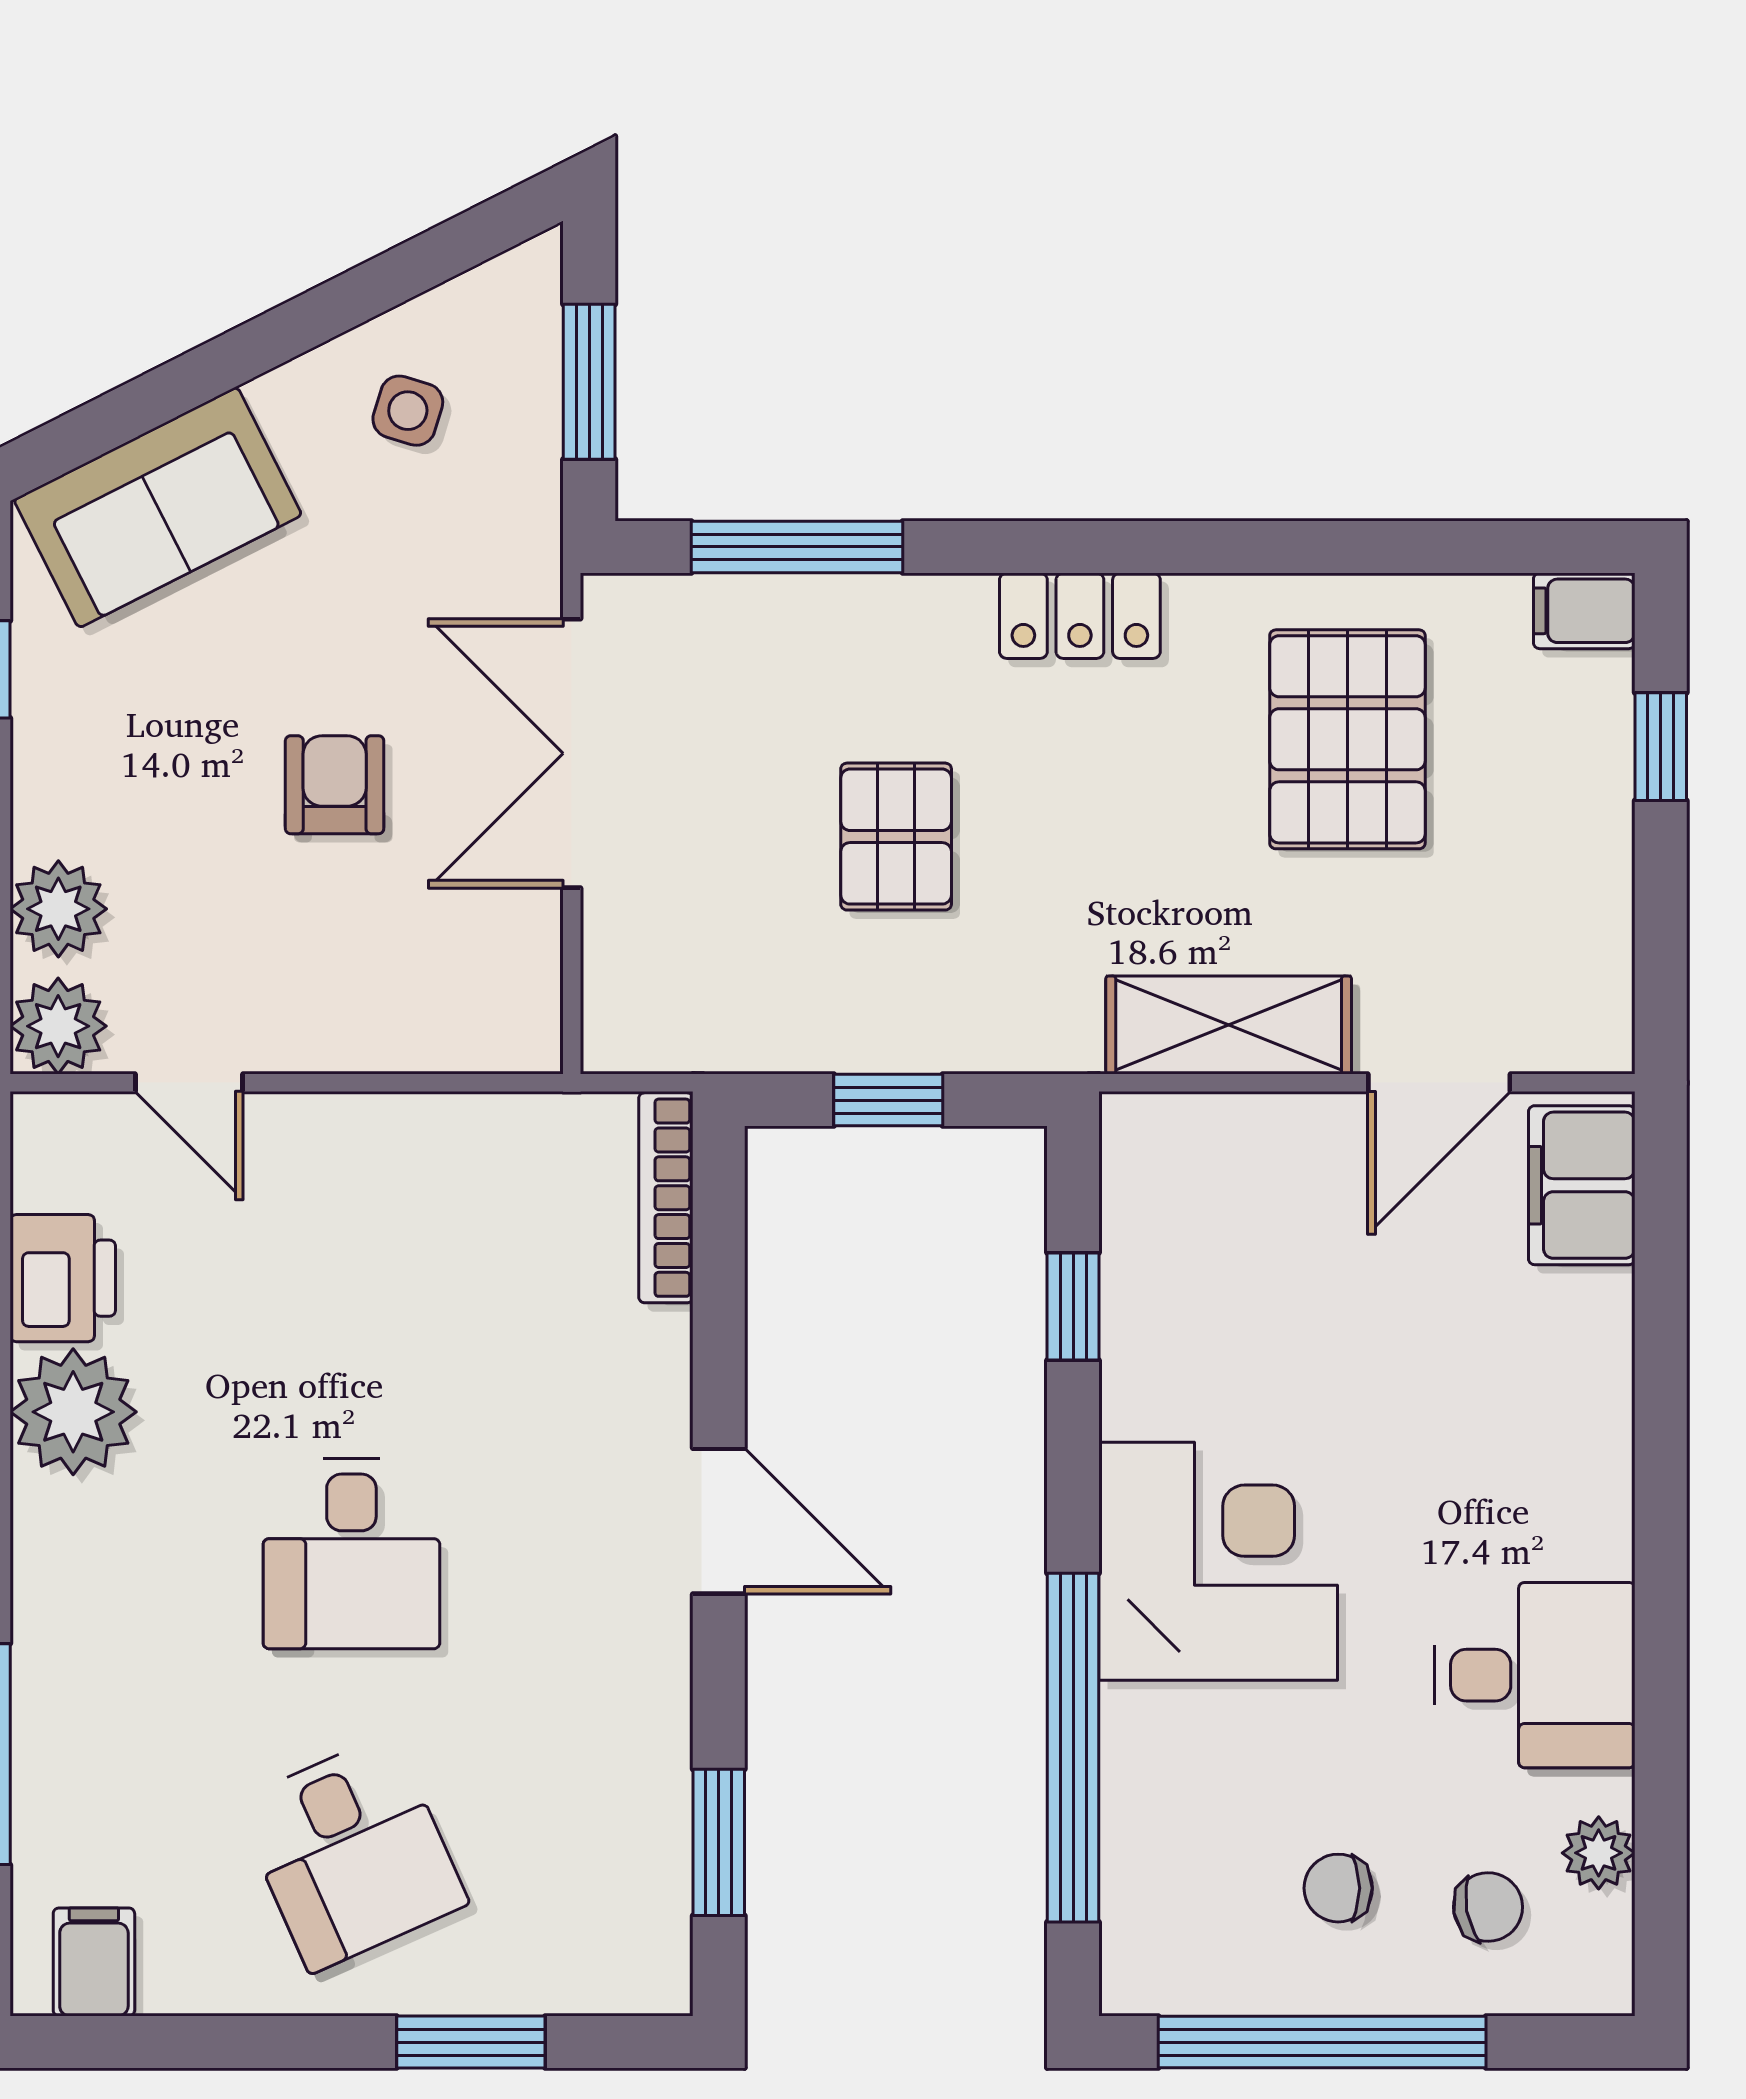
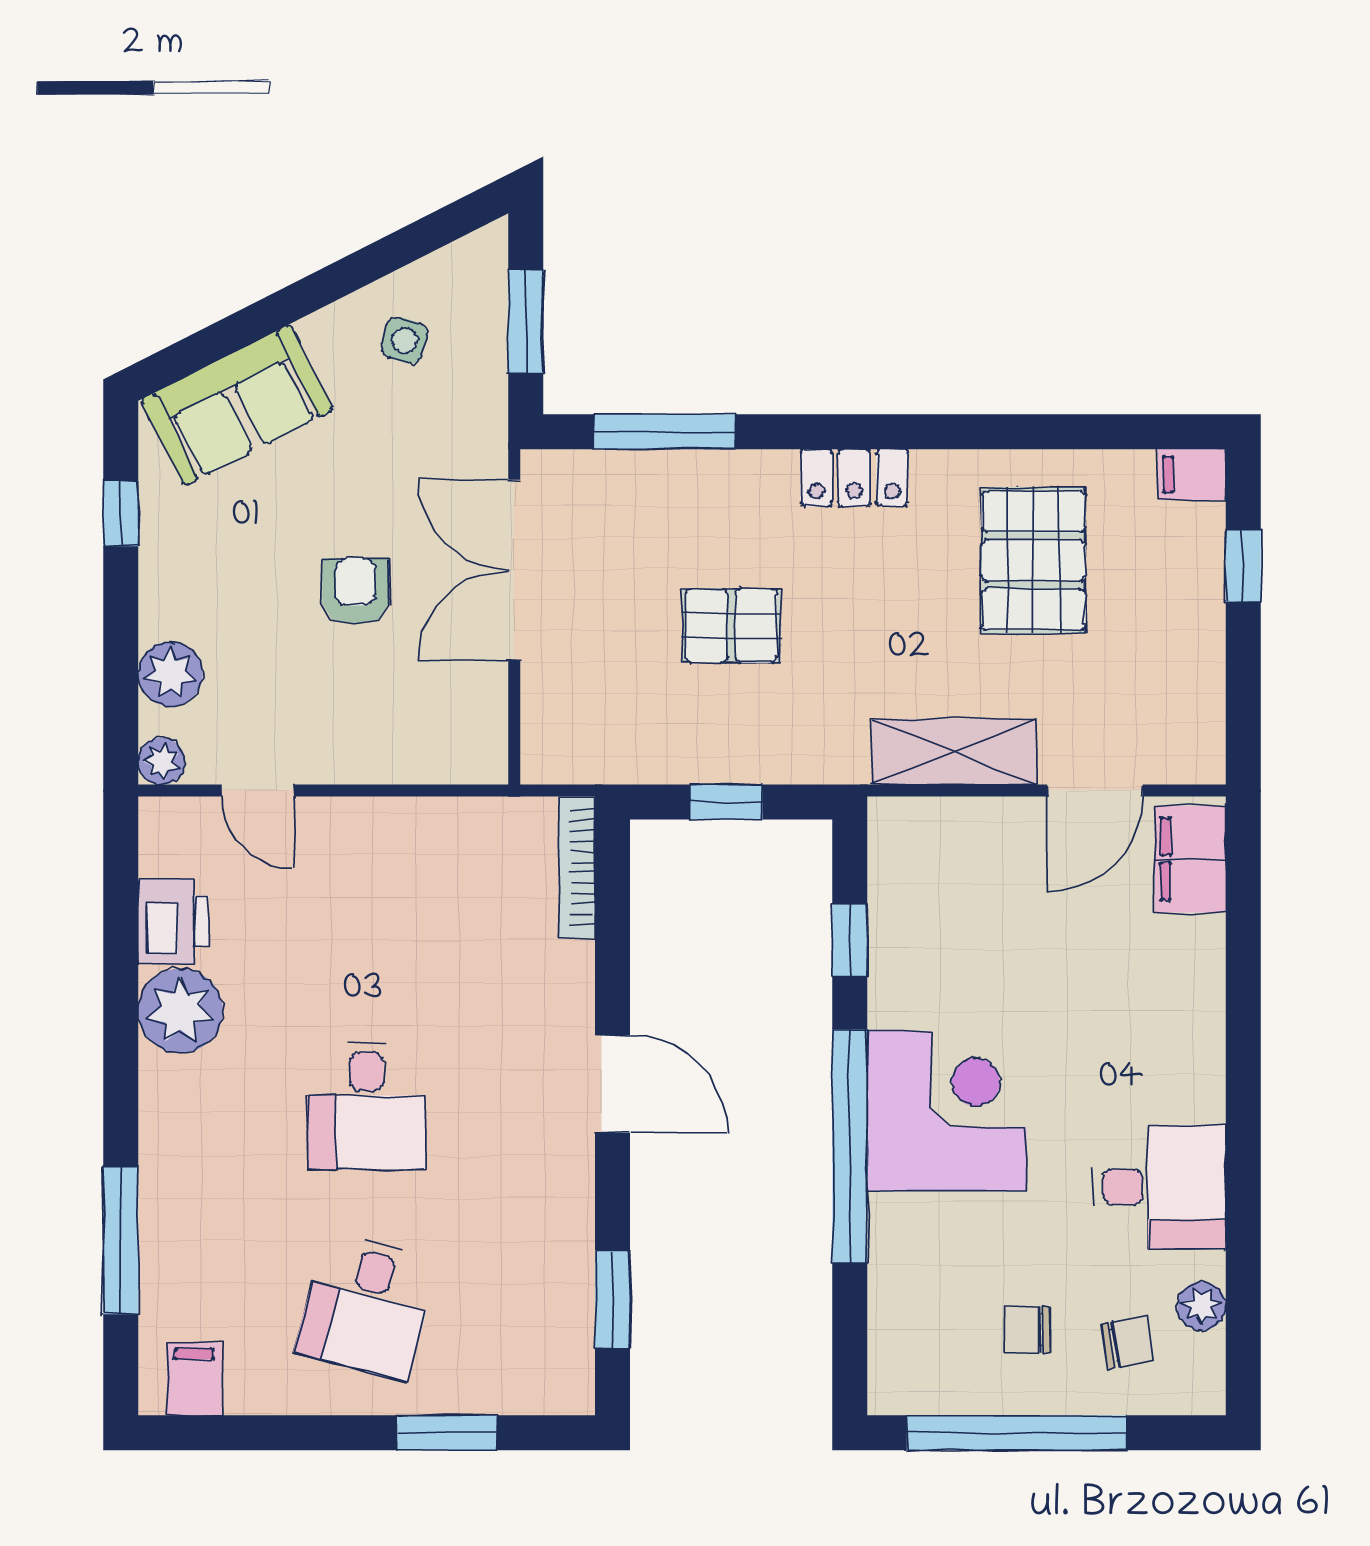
pallet: (896, 837) -> (731, 626), turned 90
plant: (58, 1026) -> (162, 761), width x0.73, depth x0.73
window: (1073, 1748) -> (850, 1146), moved
desk: (351, 1853) -> (367, 1306), turned 39

